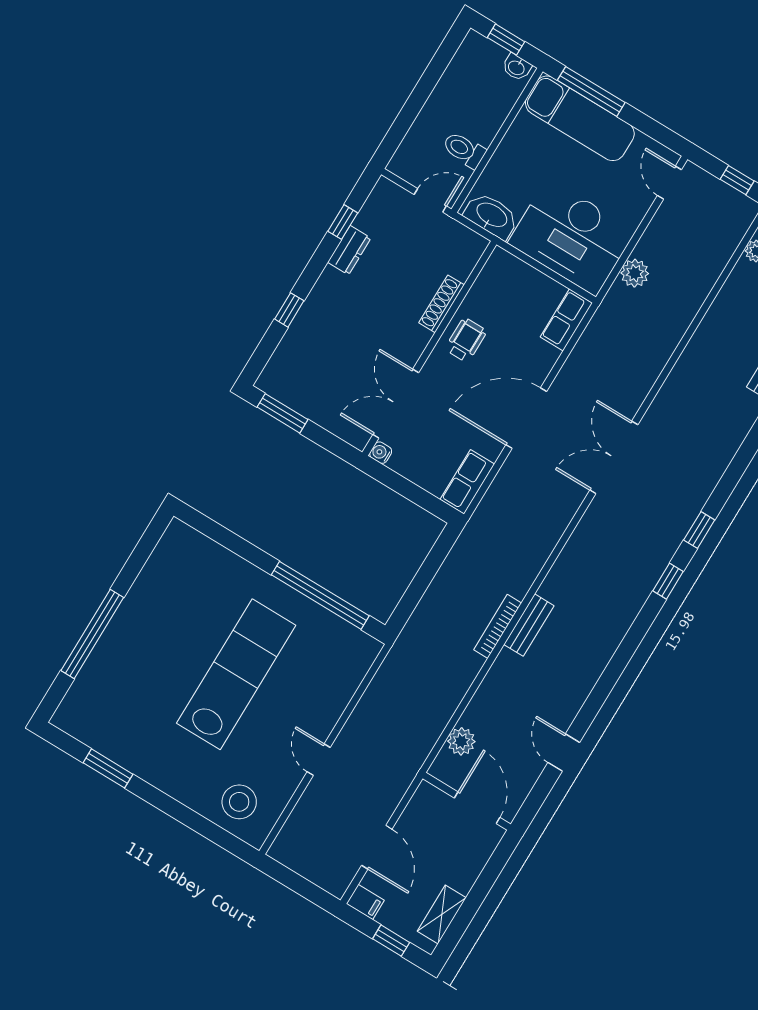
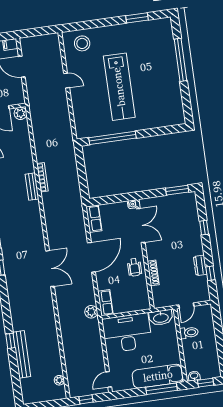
door: (669, 183) -> (109, 379), swing flipped
plant: (635, 273) -> (91, 312), moved
plant: (461, 741) -> (21, 113), moved

